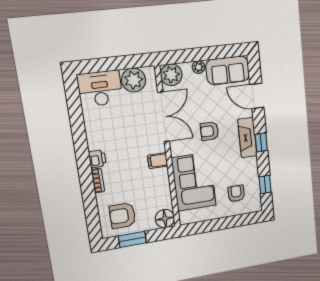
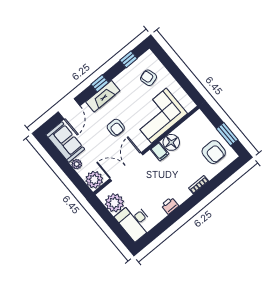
printer: (97, 159) -> (170, 206), moved
armchair: (236, 193) -> (148, 78), turned 75
floor lamp: (165, 219) -> (171, 142), moved

